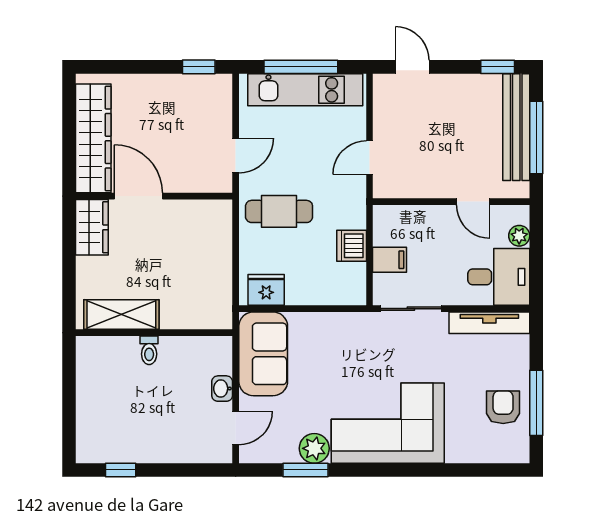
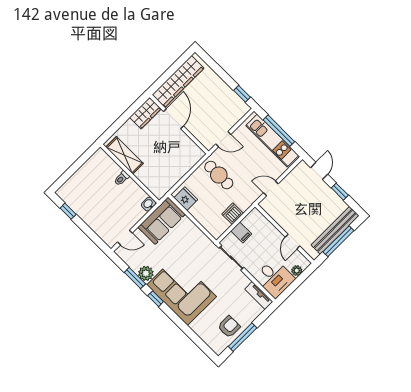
window: (498, 67) -> (340, 192), moved
tv unit: (489, 323) -> (259, 295), width x0.71
washbasin: (222, 389) -> (149, 204), moved
window: (363, 470) -> (156, 299), added

